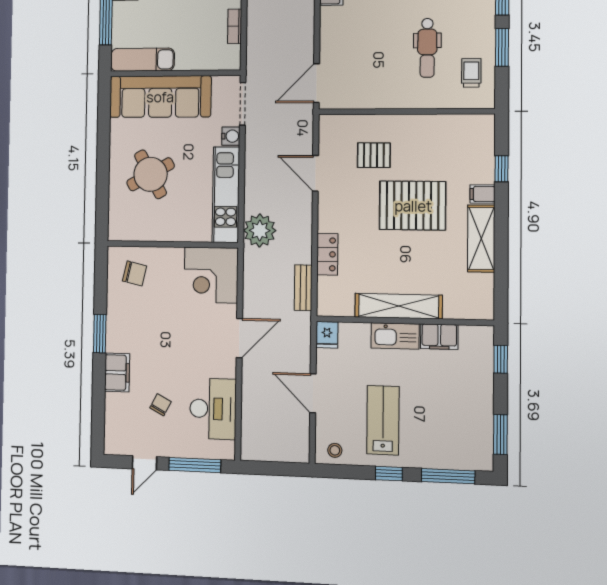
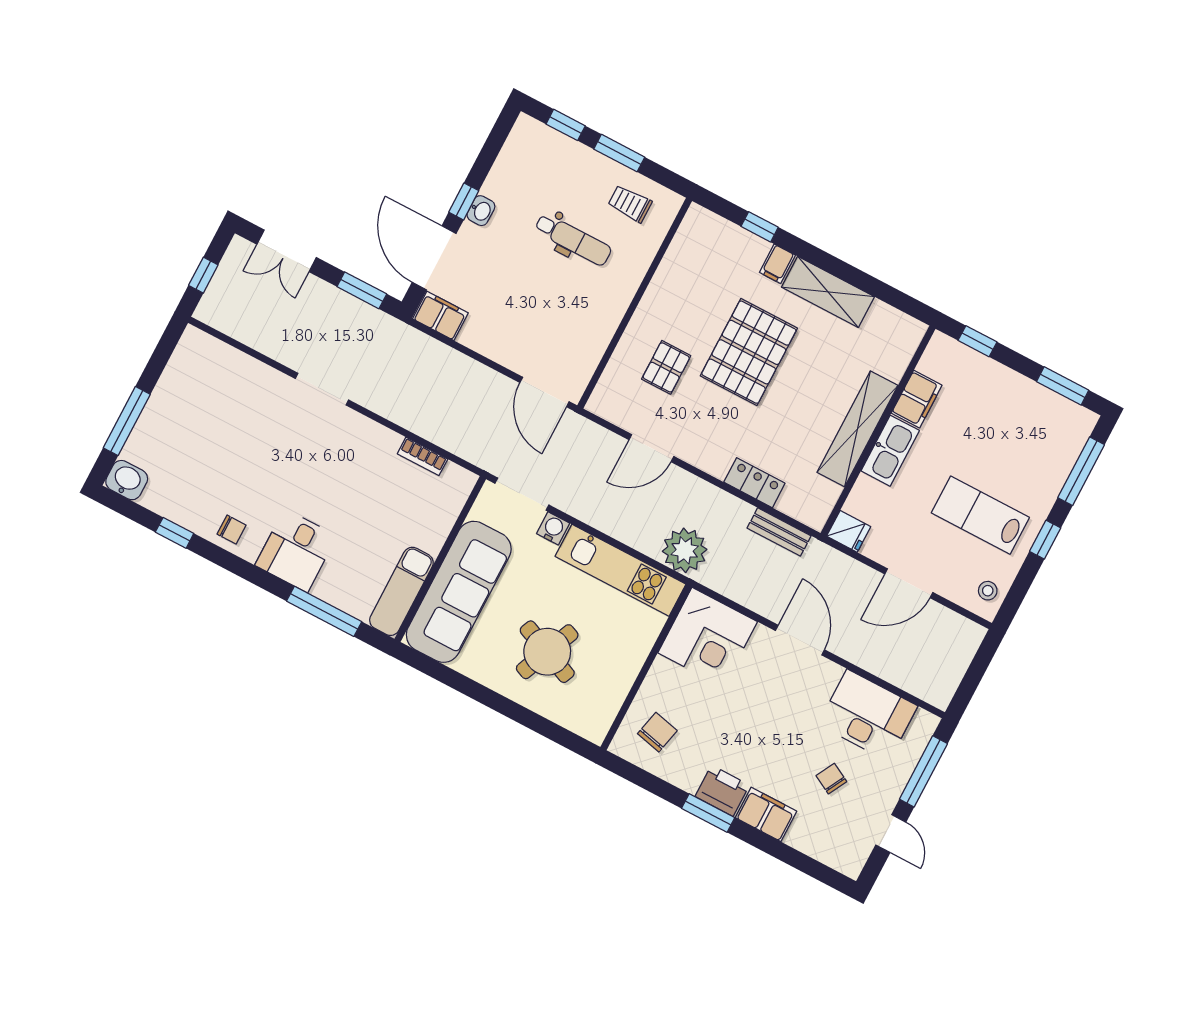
round table: (151, 174) -> (547, 652), turned -38
printer: (118, 336) -> (722, 791), added

